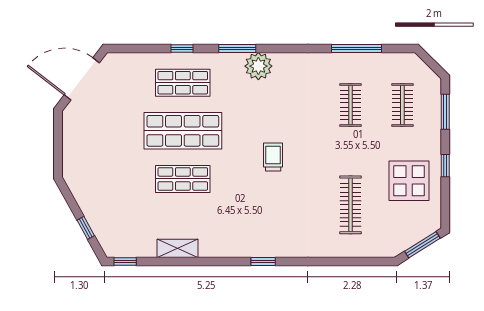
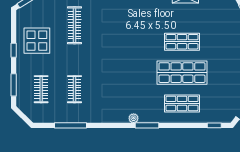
window: (182, 48) -> (214, 125), moved
plant: (258, 66) -> (134, 118), width x0.53, depth x0.53
trolley: (273, 157) -> (124, 56), removed

